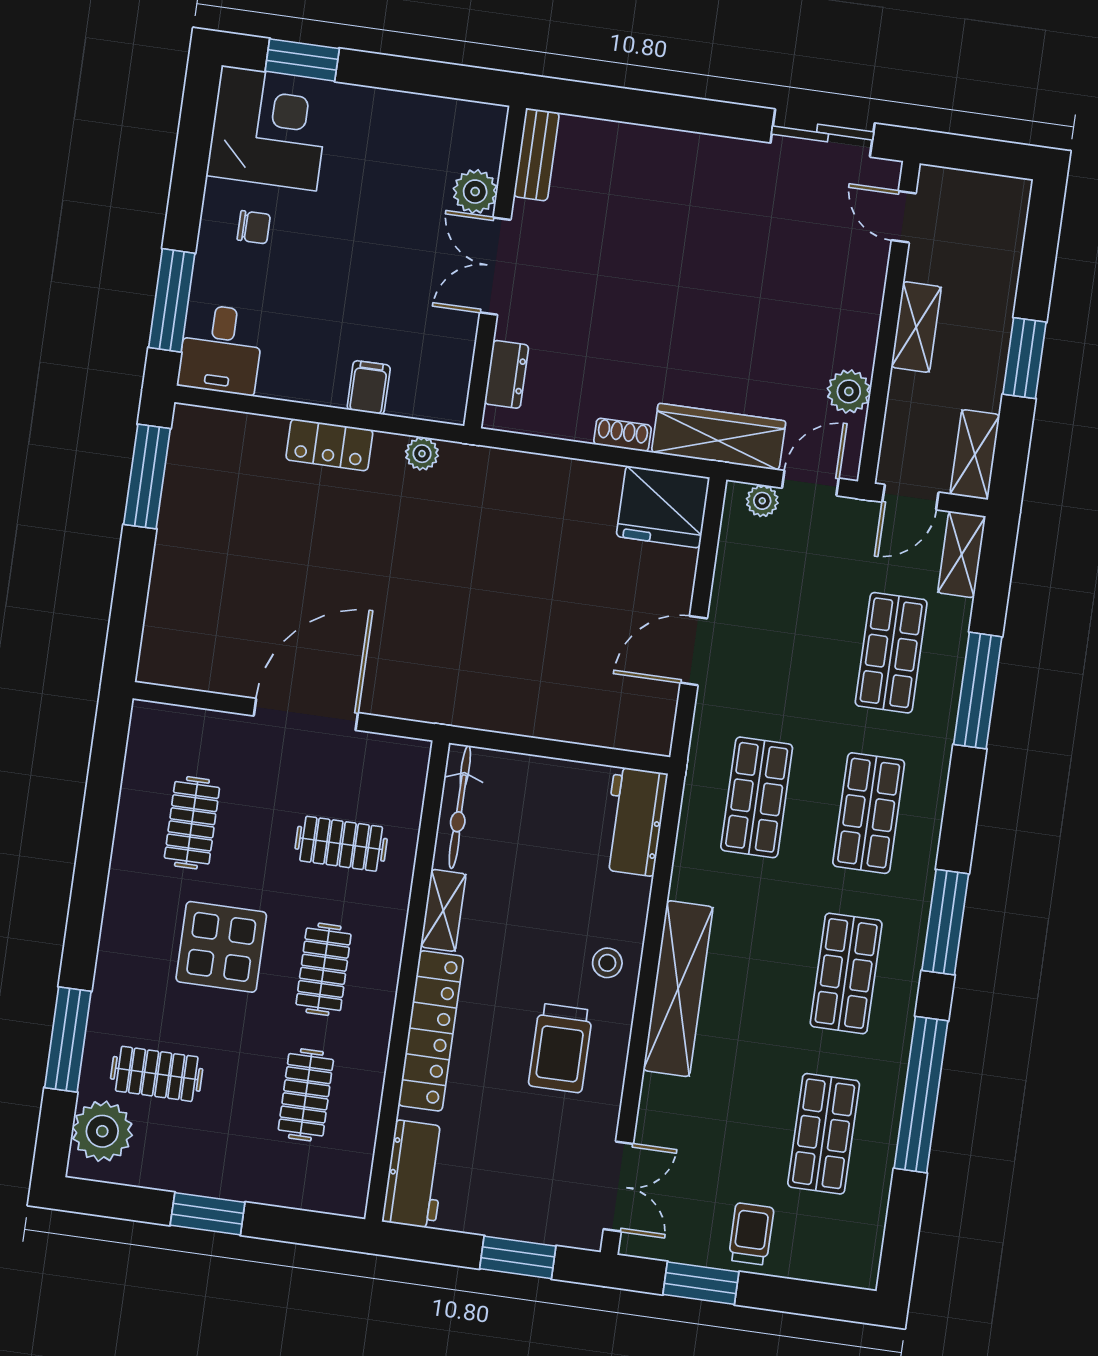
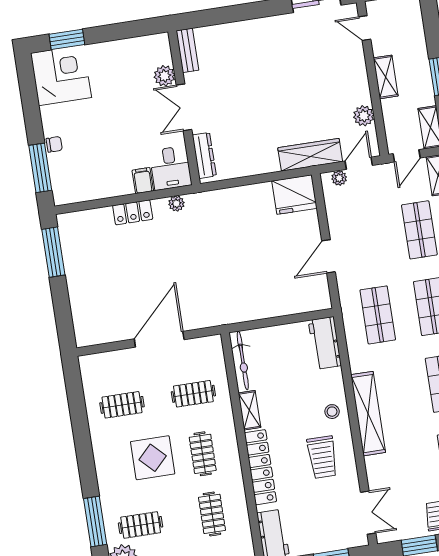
chair: (254, 227) -> (54, 144), moved
desk: (221, 349) -> (170, 168), moved
dresser: (507, 374) -> (204, 155), width x1.44
shoe rack: (622, 435) -> (266, 167), removed
clothes rail: (192, 823) -> (122, 405), turned 90

